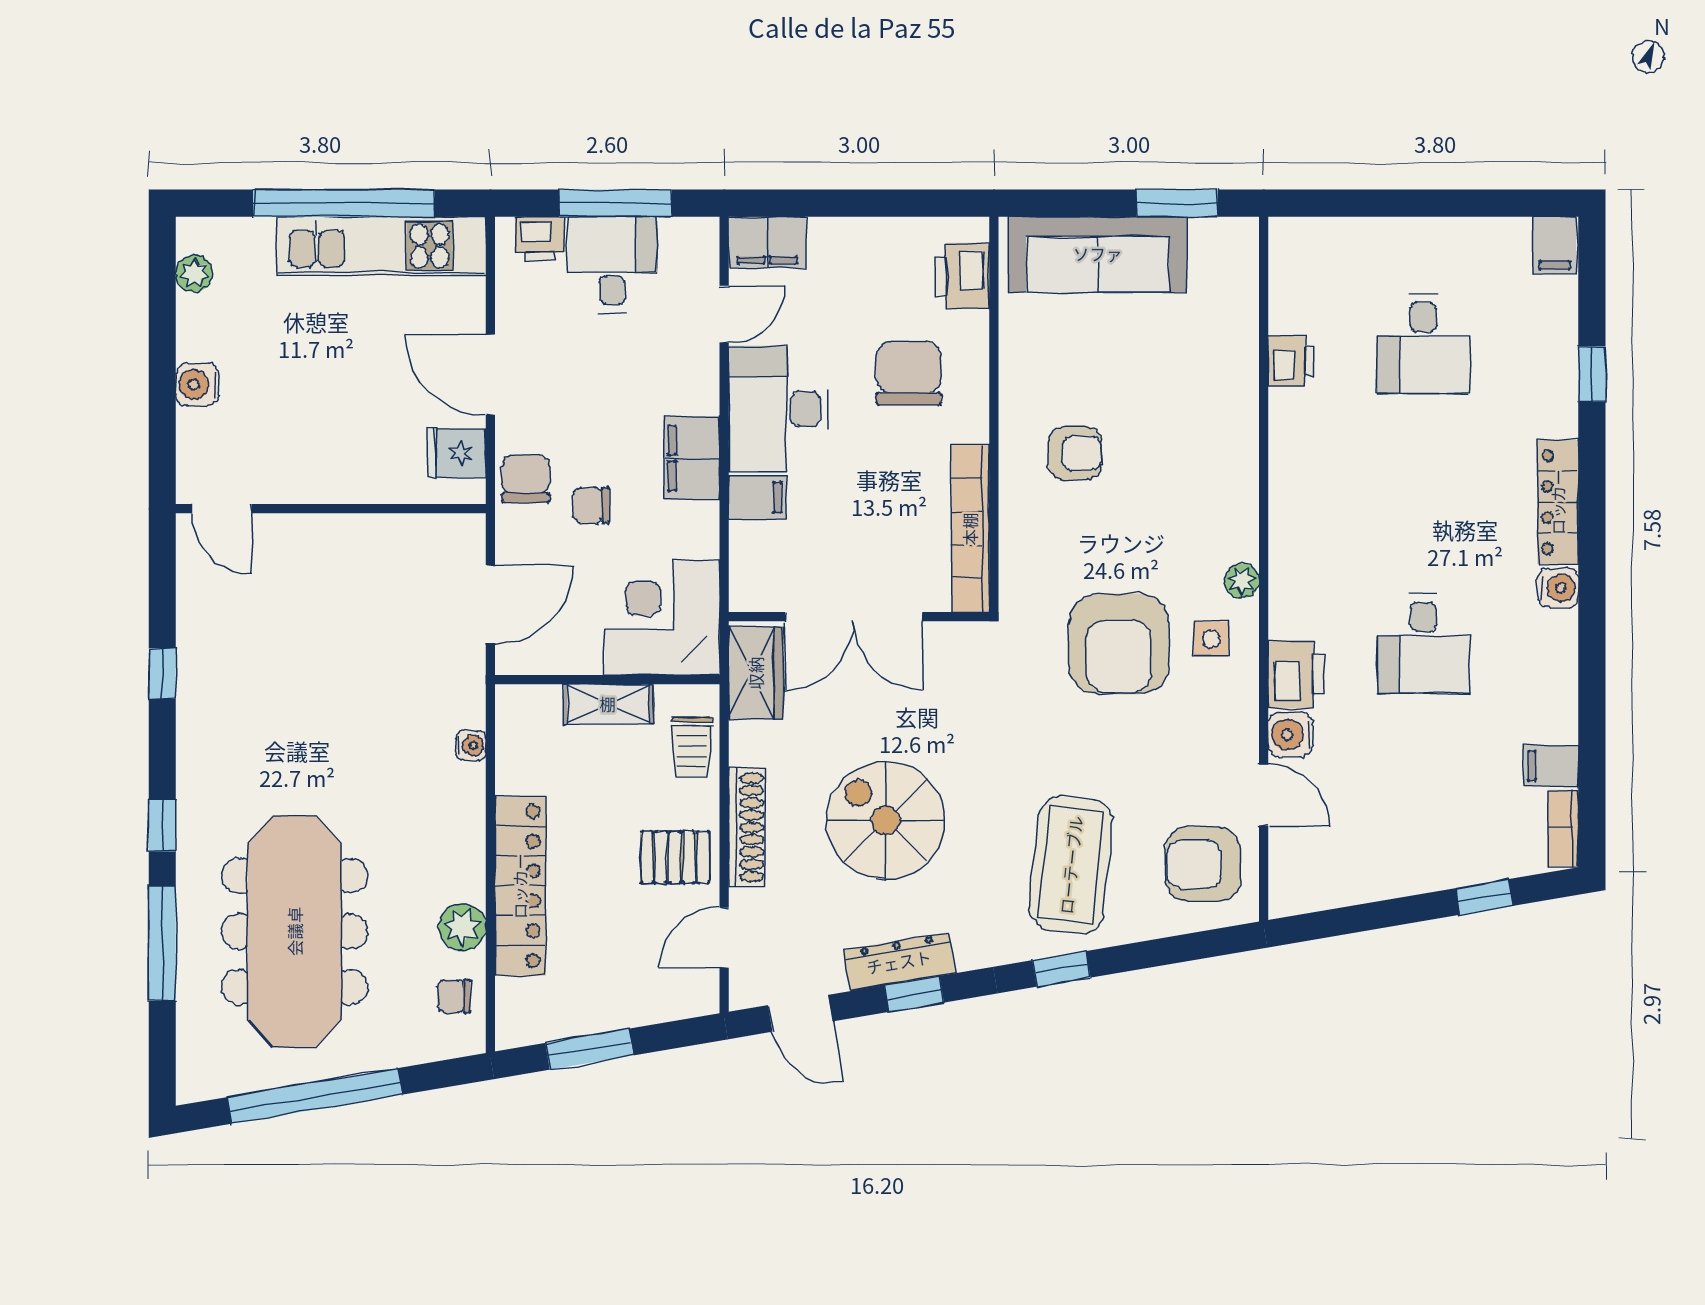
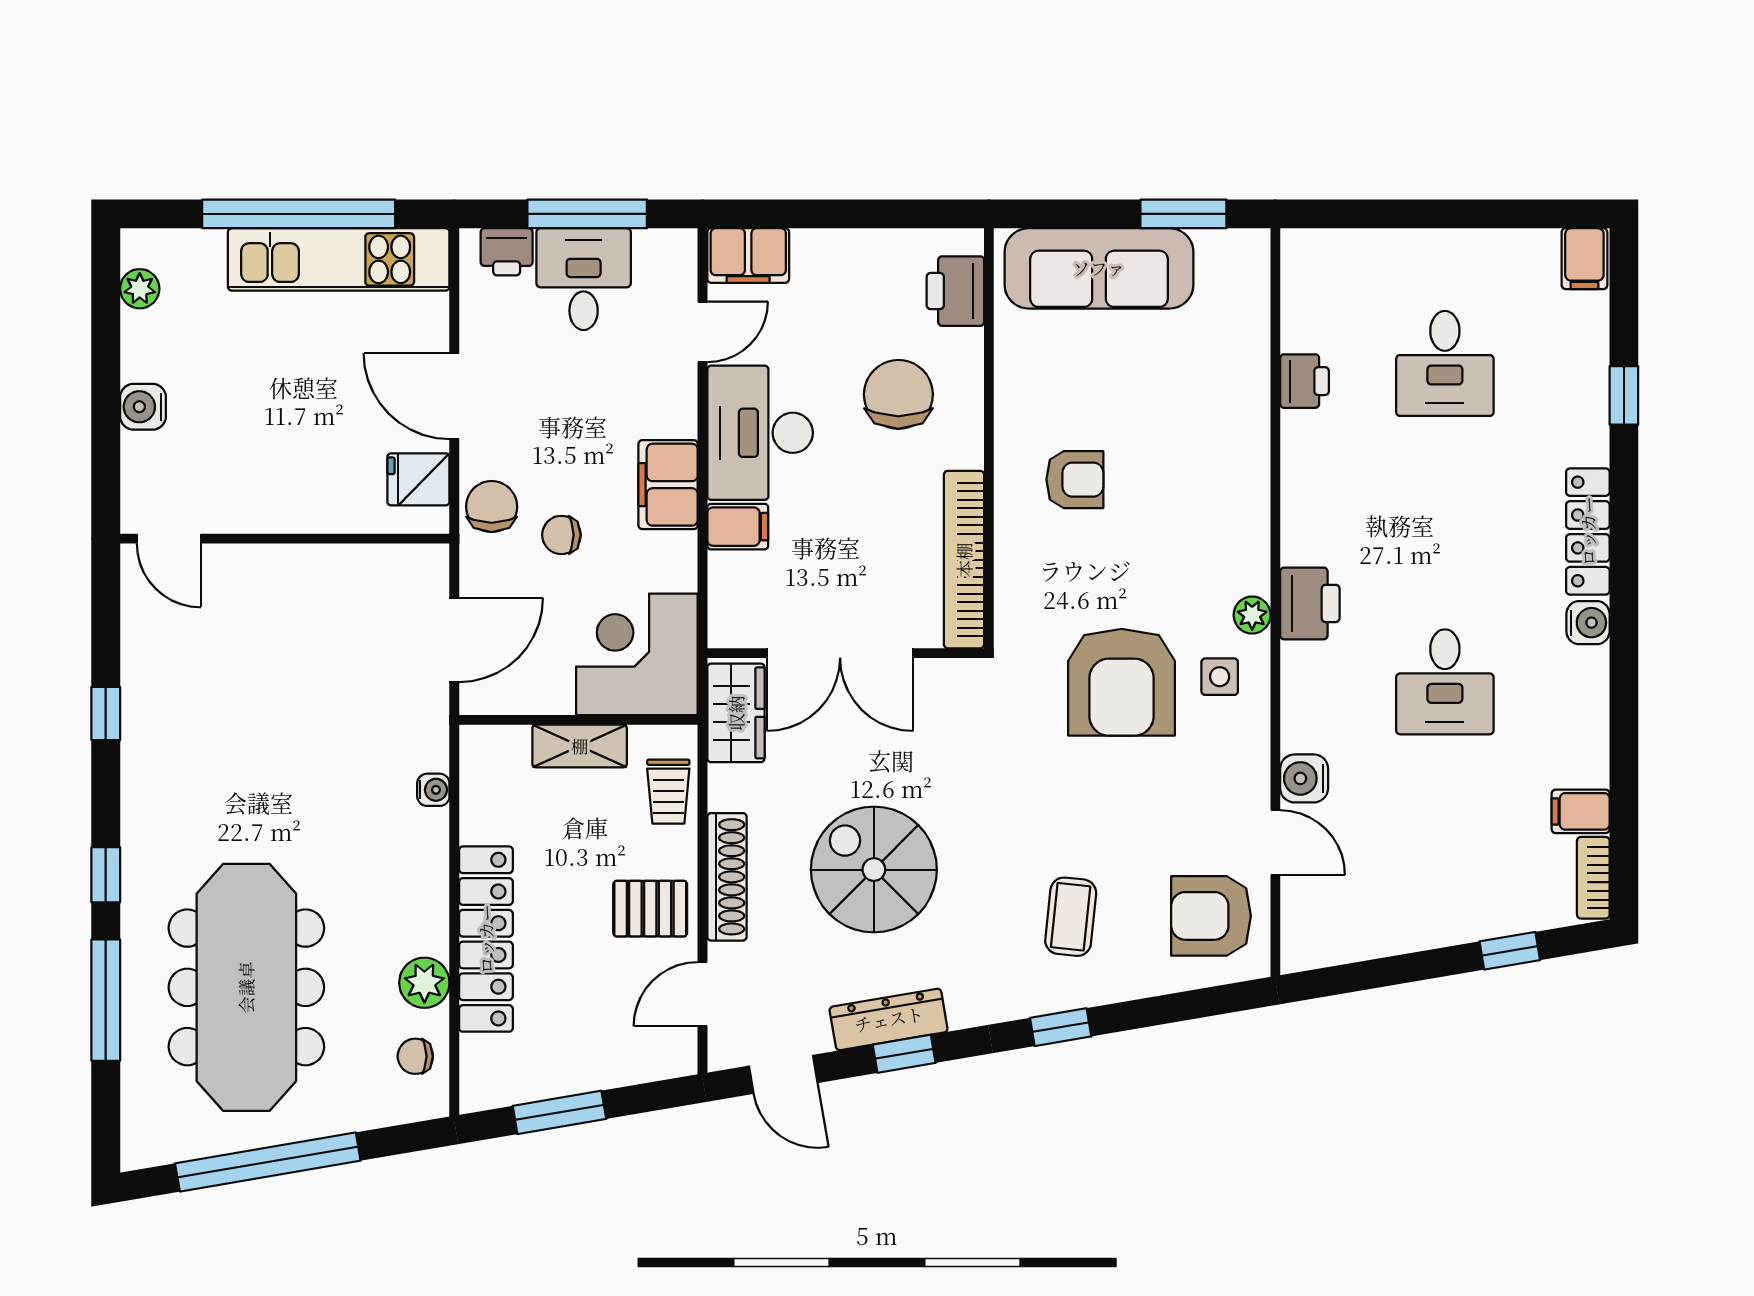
printer: (1296, 675) -> (1310, 603), moved
coffee table: (1071, 865) -> (1071, 917), width x0.54, depth x0.58

